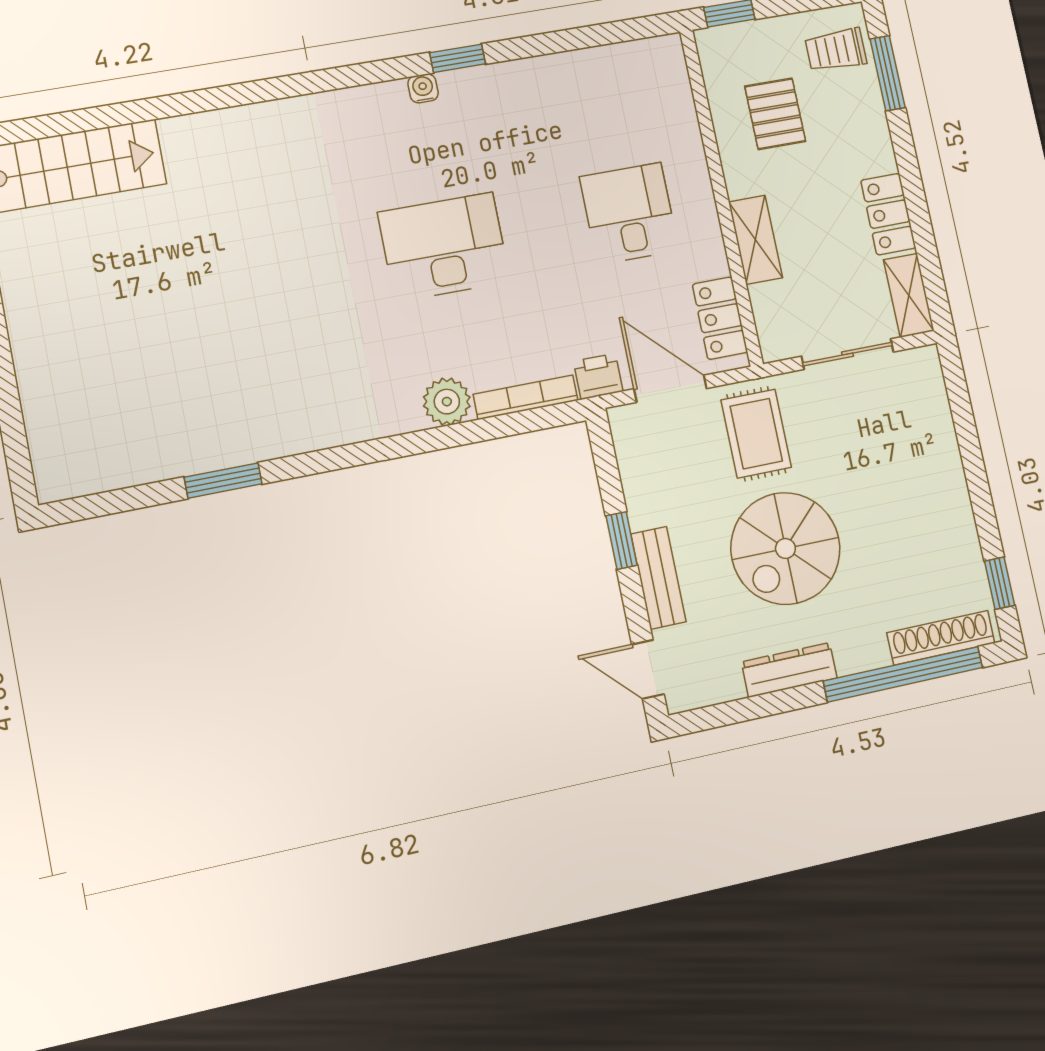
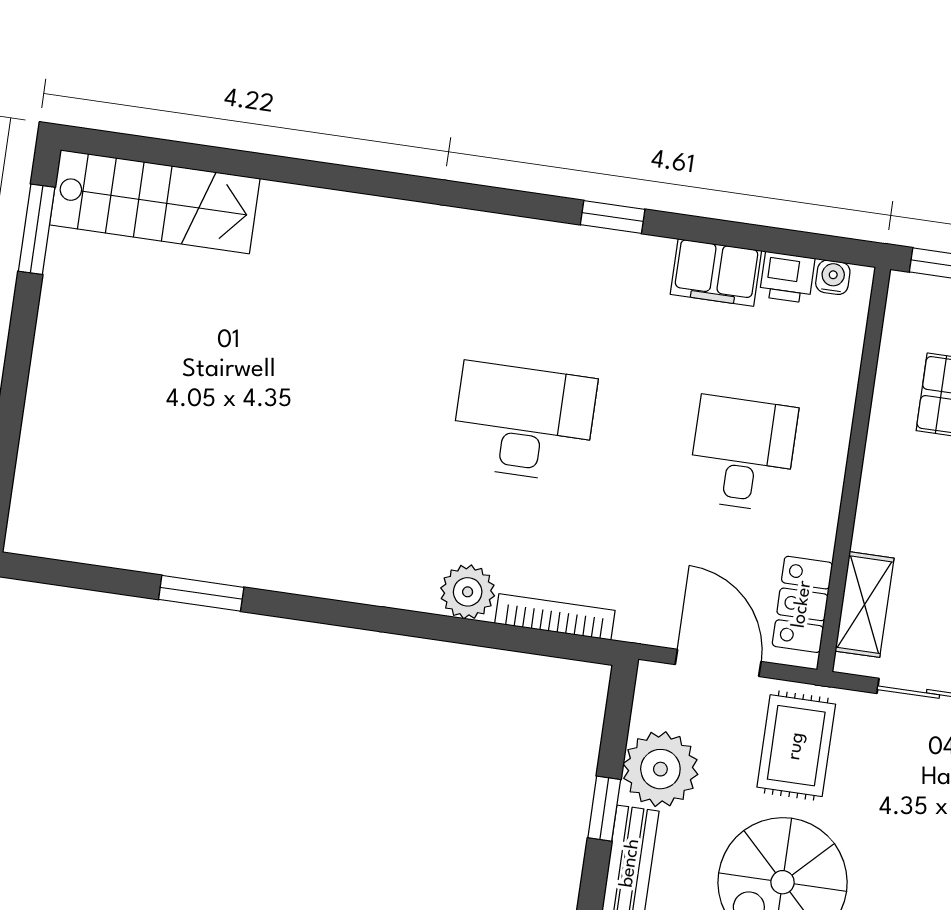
filing cabinet: (556, 76) -> (716, 272), added
water cooler: (423, 88) -> (833, 277), moved
shelving: (755, 240) -> (864, 605), moved
printer: (598, 376) -> (787, 277), moved, turned 180
plant: (655, 492) -> (660, 769), added

